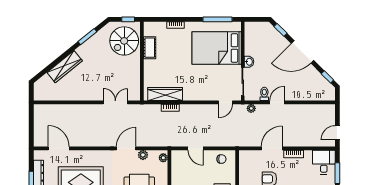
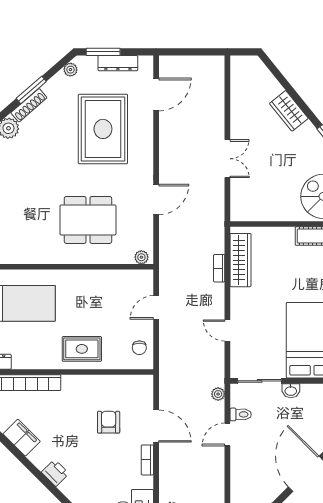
wardrobe: (65, 67) -> (289, 111), width x0.67
double door: (115, 102) -> (227, 159), moved
door: (225, 102) -> (227, 330), moved
door: (277, 102) -> (227, 434), swing flipped
door: (126, 148) -> (156, 199), hinge flipped
plant: (143, 155) -> (146, 226), removed

